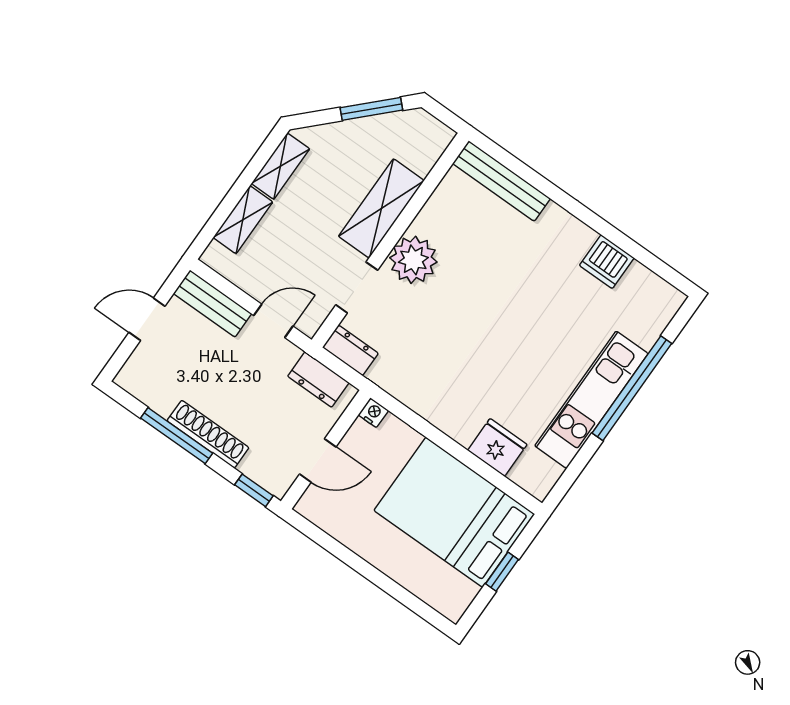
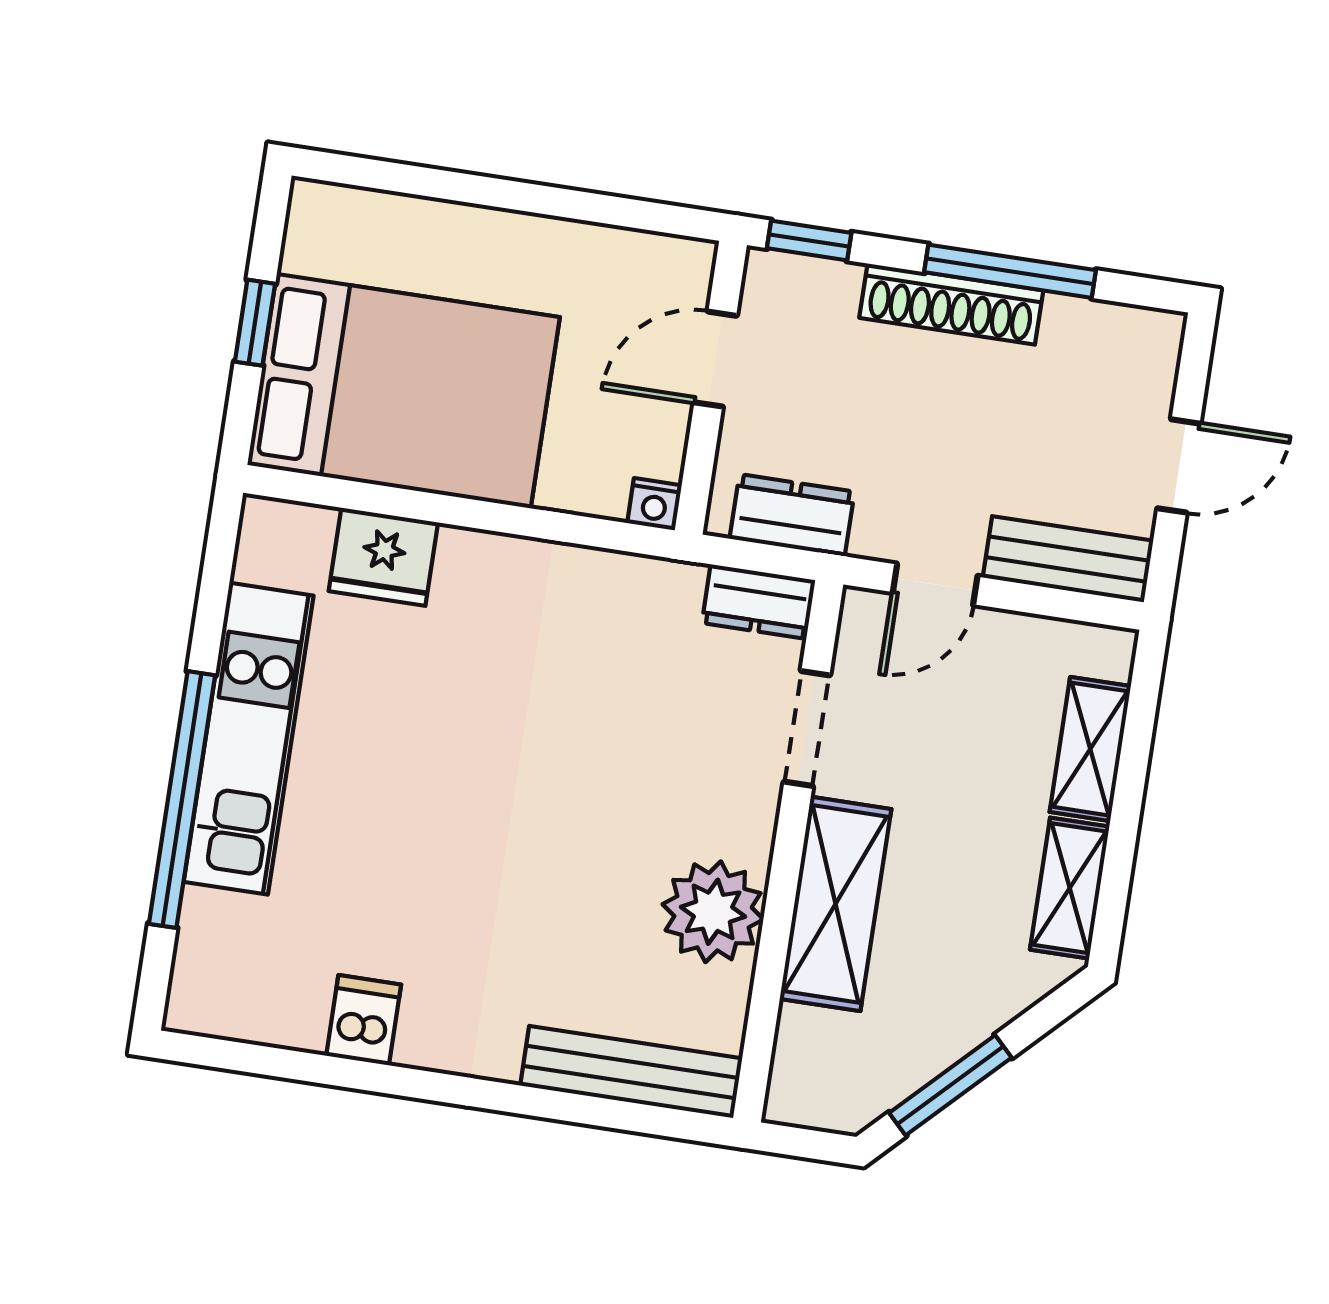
plant: (413, 260) -> (713, 912), moved
dishwasher: (607, 262) -> (364, 1020), width x0.73

